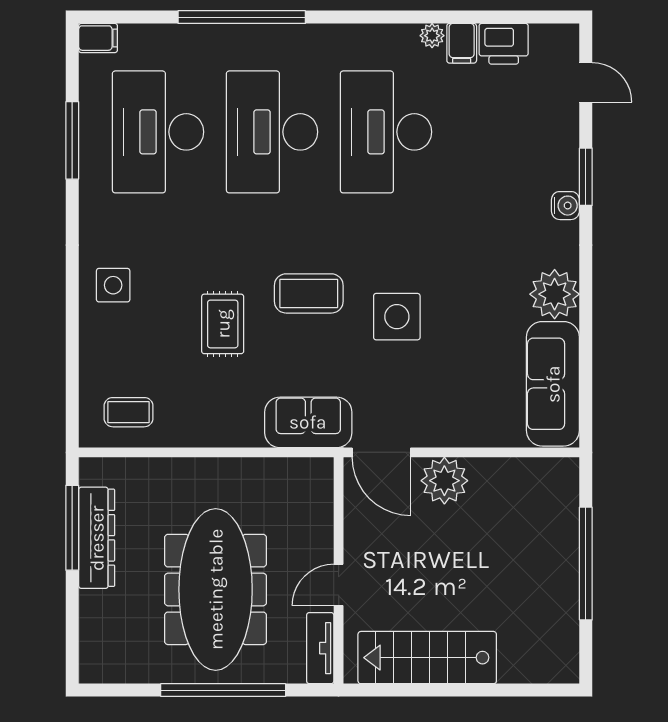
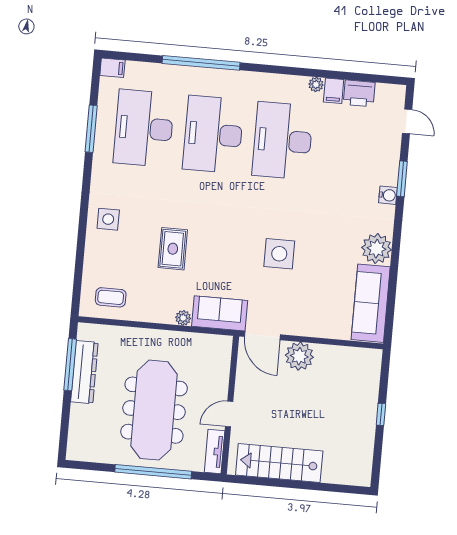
coffee table: (309, 293) -> (227, 235), removed
plant: (250, 435) -> (183, 318), added
window: (586, 564) -> (381, 414), width x0.32

